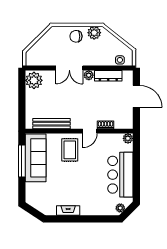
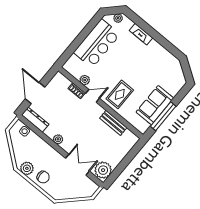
double door: (69, 68) -> (77, 165), moved
dresser: (108, 76) -> (35, 120), moved
bench: (51, 124) -> (113, 123), width x0.73
plant: (128, 138) -> (85, 80), moved
sofa: (36, 158) -> (155, 105), width x0.73
fireplace: (68, 210) -> (141, 34), moved

